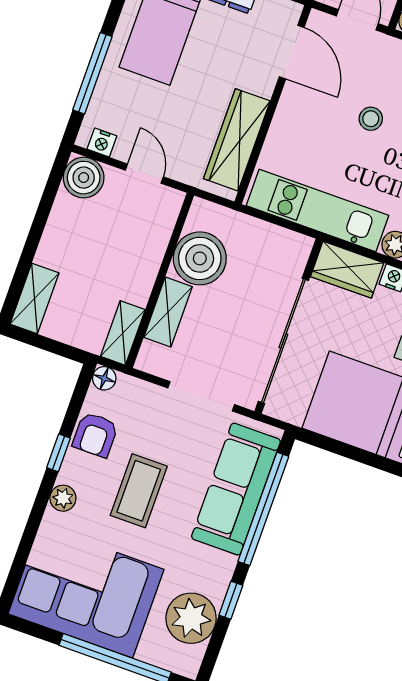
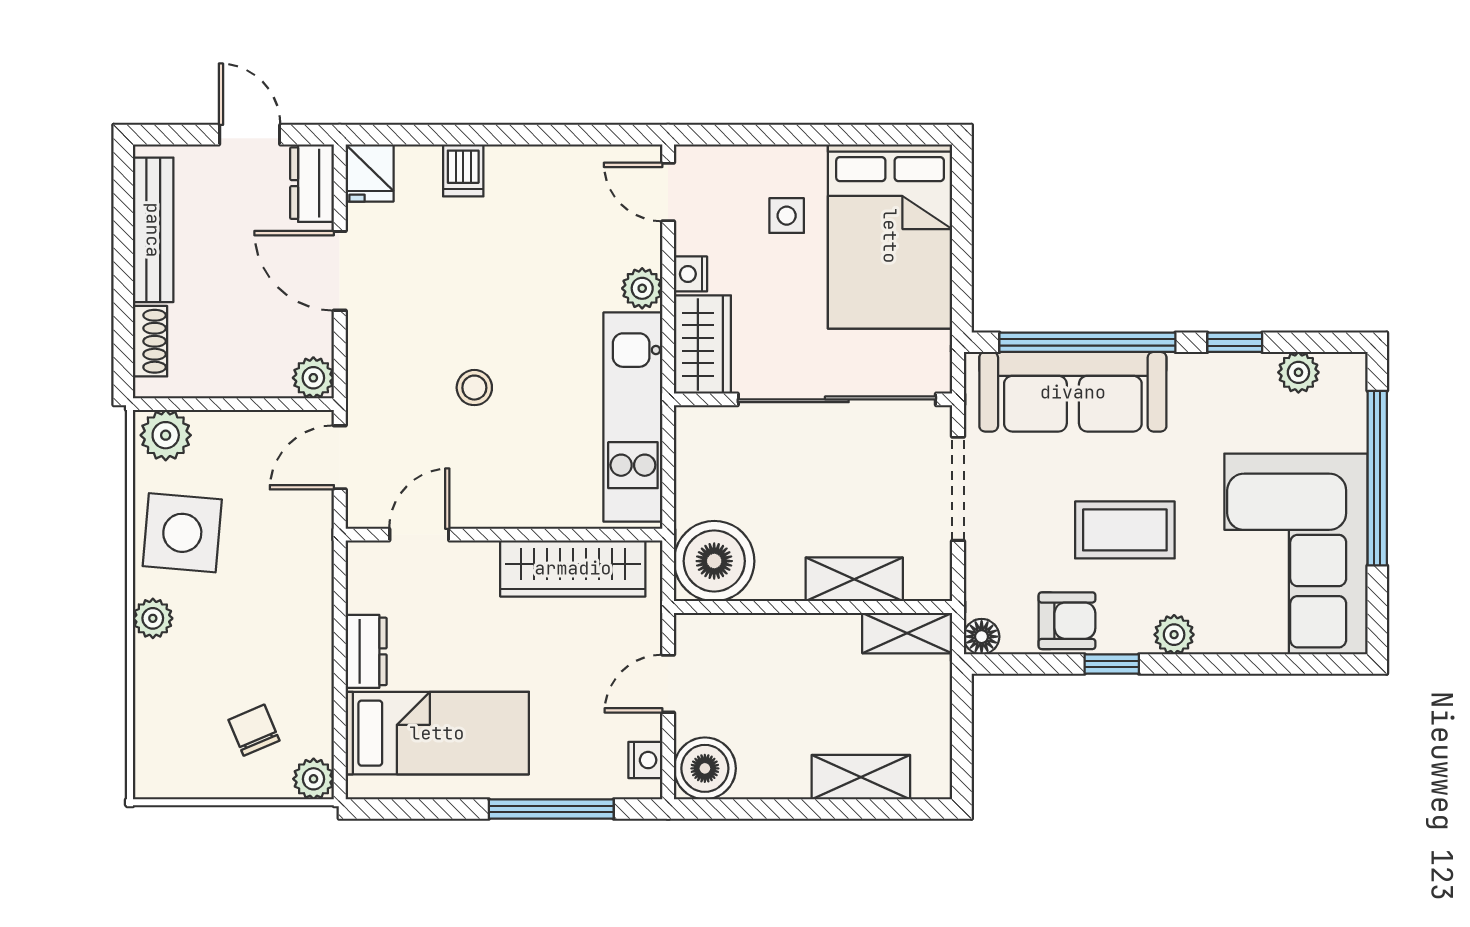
door: (292, 52) -> (419, 535), width x0.73
boiler: (200, 258) -> (714, 561), moved
shelving: (34, 298) -> (861, 777), moved
plant: (191, 618) -> (1298, 372), width x0.53, depth x0.53

